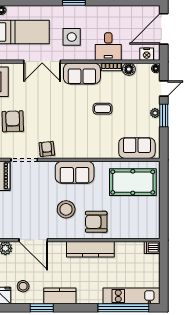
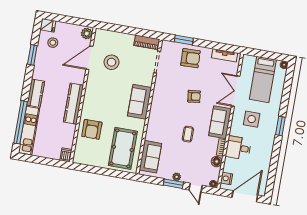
door: (164, 29) -> (245, 196), hinge flipped
armchair: (47, 149) -> (194, 96), moved
stool: (66, 209) -> (111, 62), moved
armchair: (96, 222) -> (92, 129), moved, turned 180
kitchen counter: (60, 296) -> (36, 93), moved

